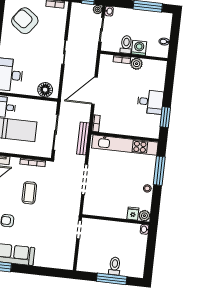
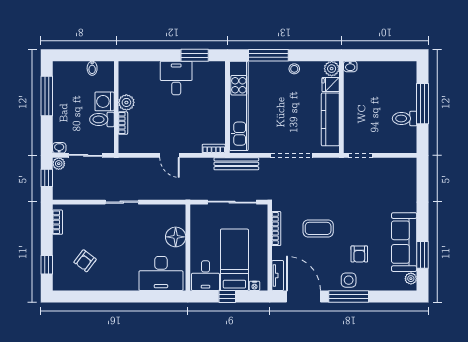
armchair: (25, 21) -> (85, 261), width x0.53, depth x0.53
floor lamp: (45, 90) -> (176, 237), moved
door: (95, 91) -> (170, 155), width x0.53
kitchen counter: (108, 211) -> (330, 119), added
toilet: (115, 266) -> (405, 118), moved

